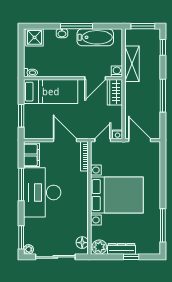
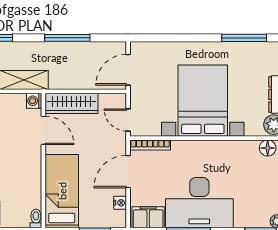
wardrobe: (115, 92) -> (71, 103), width x1.50
nightstand: (118, 134) -> (120, 203), moved

